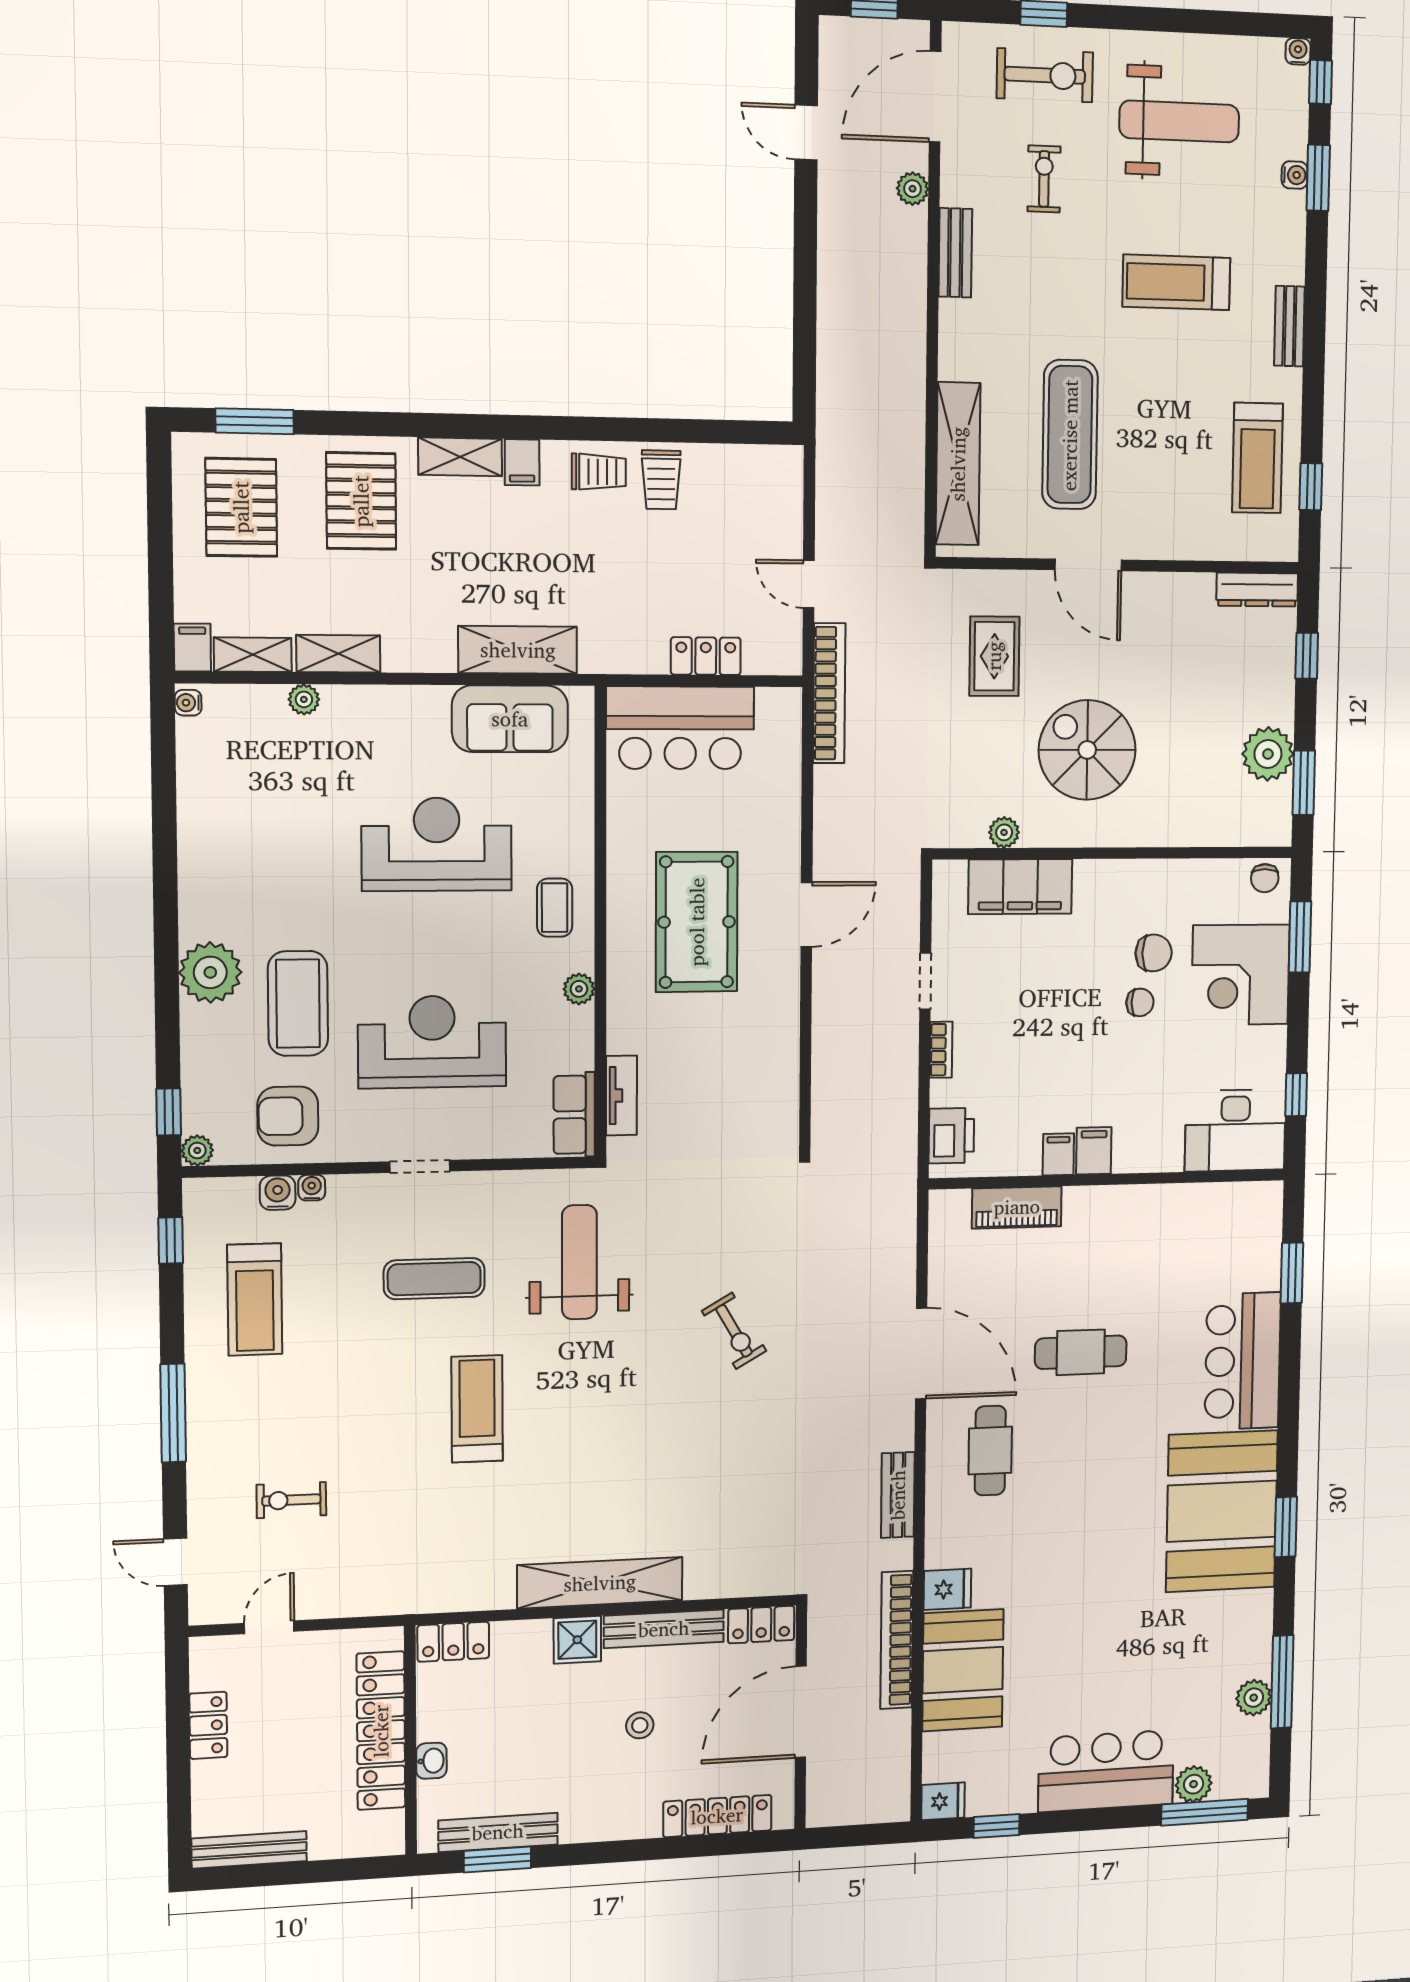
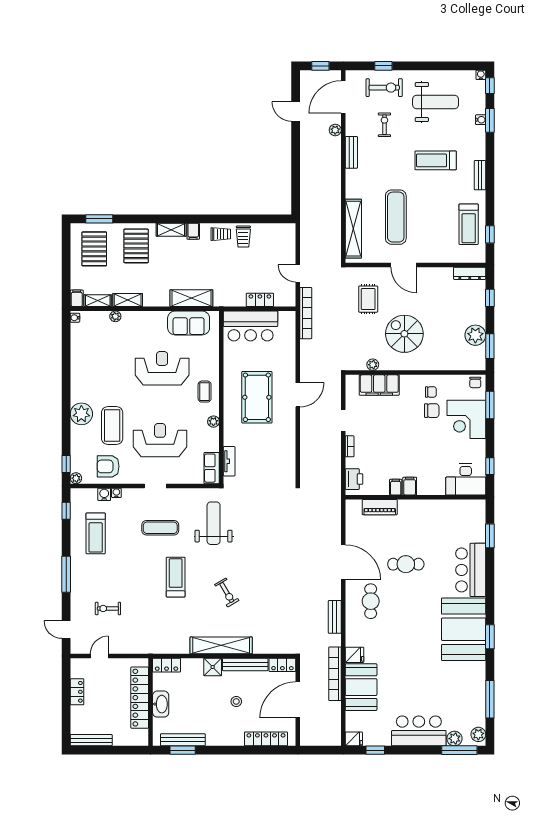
chair: (1140, 1002) -> (431, 392), moved
exercise bike: (734, 1331) -> (227, 592), moved
plant: (1254, 1698) -> (478, 734), moved
washbasin: (431, 1761) -> (161, 704), width x1.91, depth x1.45

